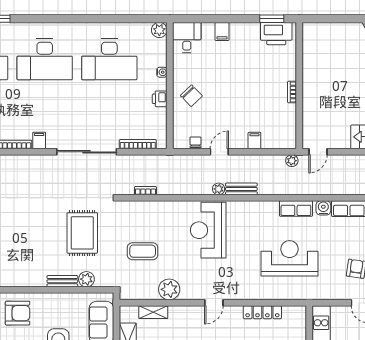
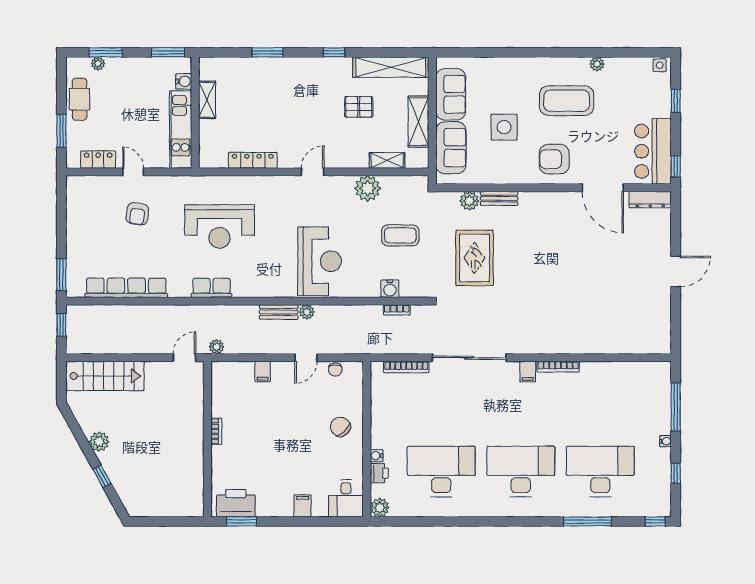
printer: (160, 99) -> (379, 473), moved
water cooler: (323, 208) -> (390, 289), moved

